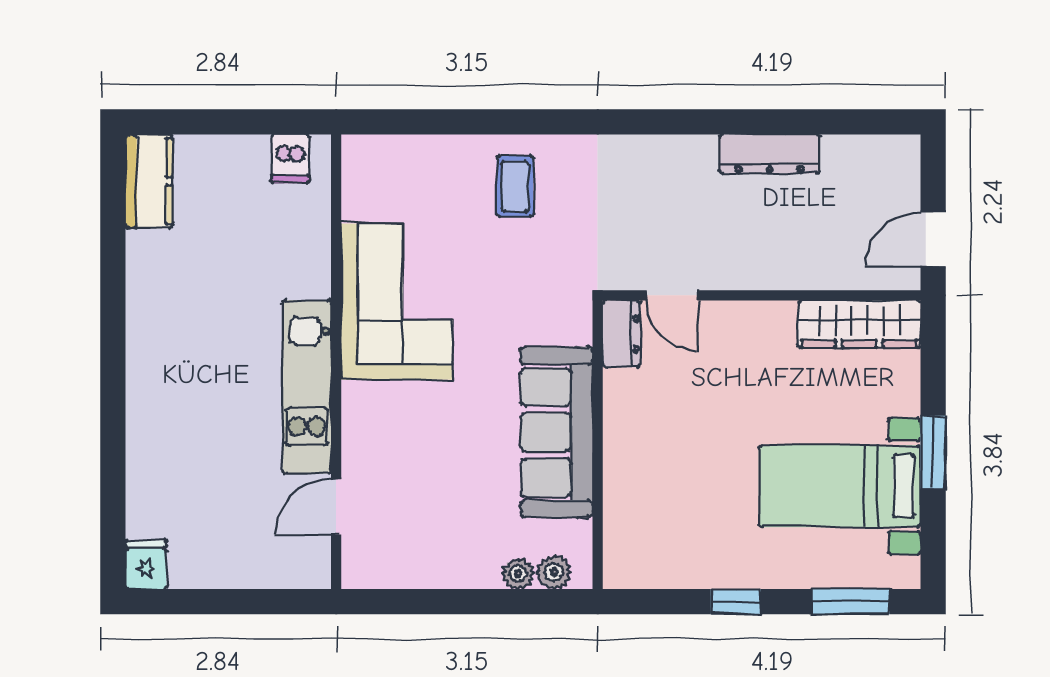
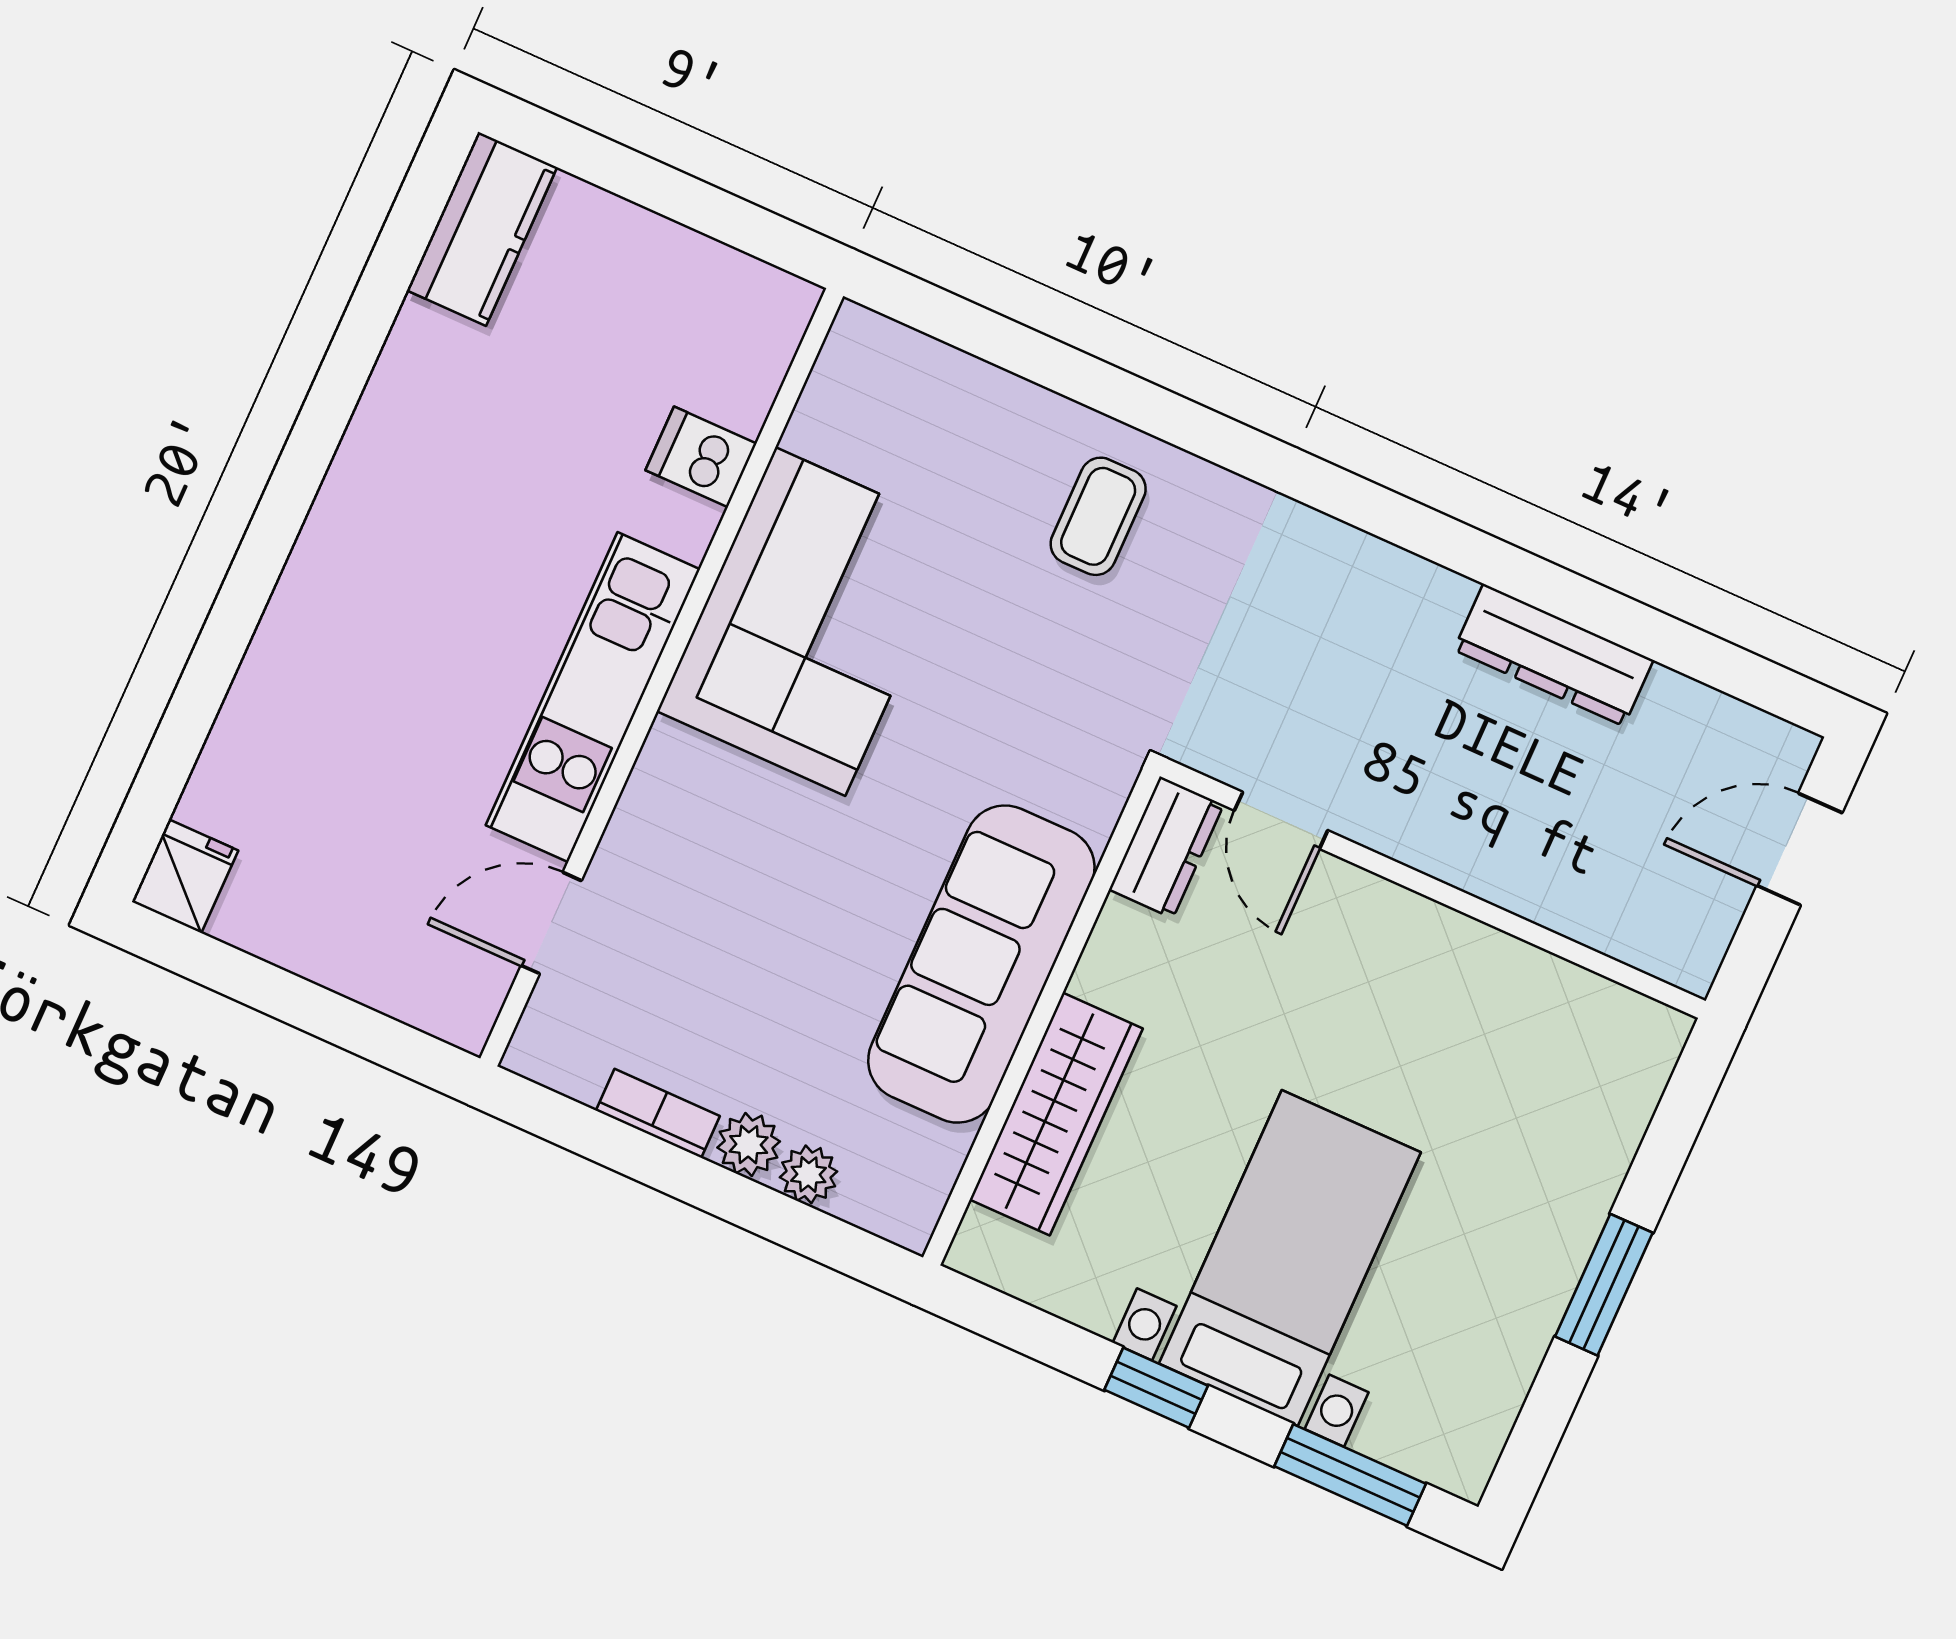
dishwasher: (290, 159) -> (701, 457), moved, turned 90
door: (933, 239) -> (1800, 849), moved
wardrobe: (859, 324) -> (1056, 1114), moved, turned -90
bed with nightstands: (840, 486) -> (1290, 1258), moved, turned 90
plant: (554, 572) -> (749, 1145), moved
bookcase: (431, 577) -> (658, 1113), added

